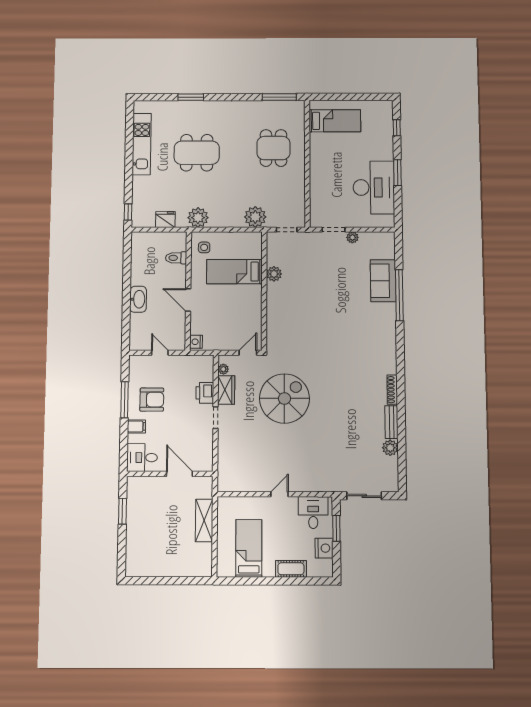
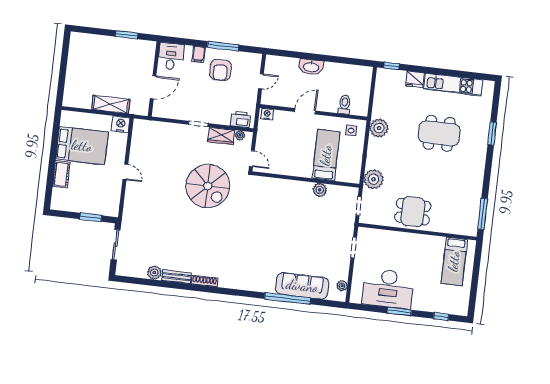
dining table: (273, 148) -> (413, 212), moved
dining table: (197, 153) -> (439, 133), turned 90
fridge: (165, 220) -> (415, 79), moved, turned 90
plant: (352, 237) -> (342, 286), moved
sofa: (383, 281) -> (302, 286), width x1.36
printer: (205, 393) -> (241, 119), moved
desk: (313, 513) -> (107, 199), removed
bed: (249, 548) -> (82, 146), width x1.50
nightstand: (324, 548) -> (121, 124), moved, turned 180

